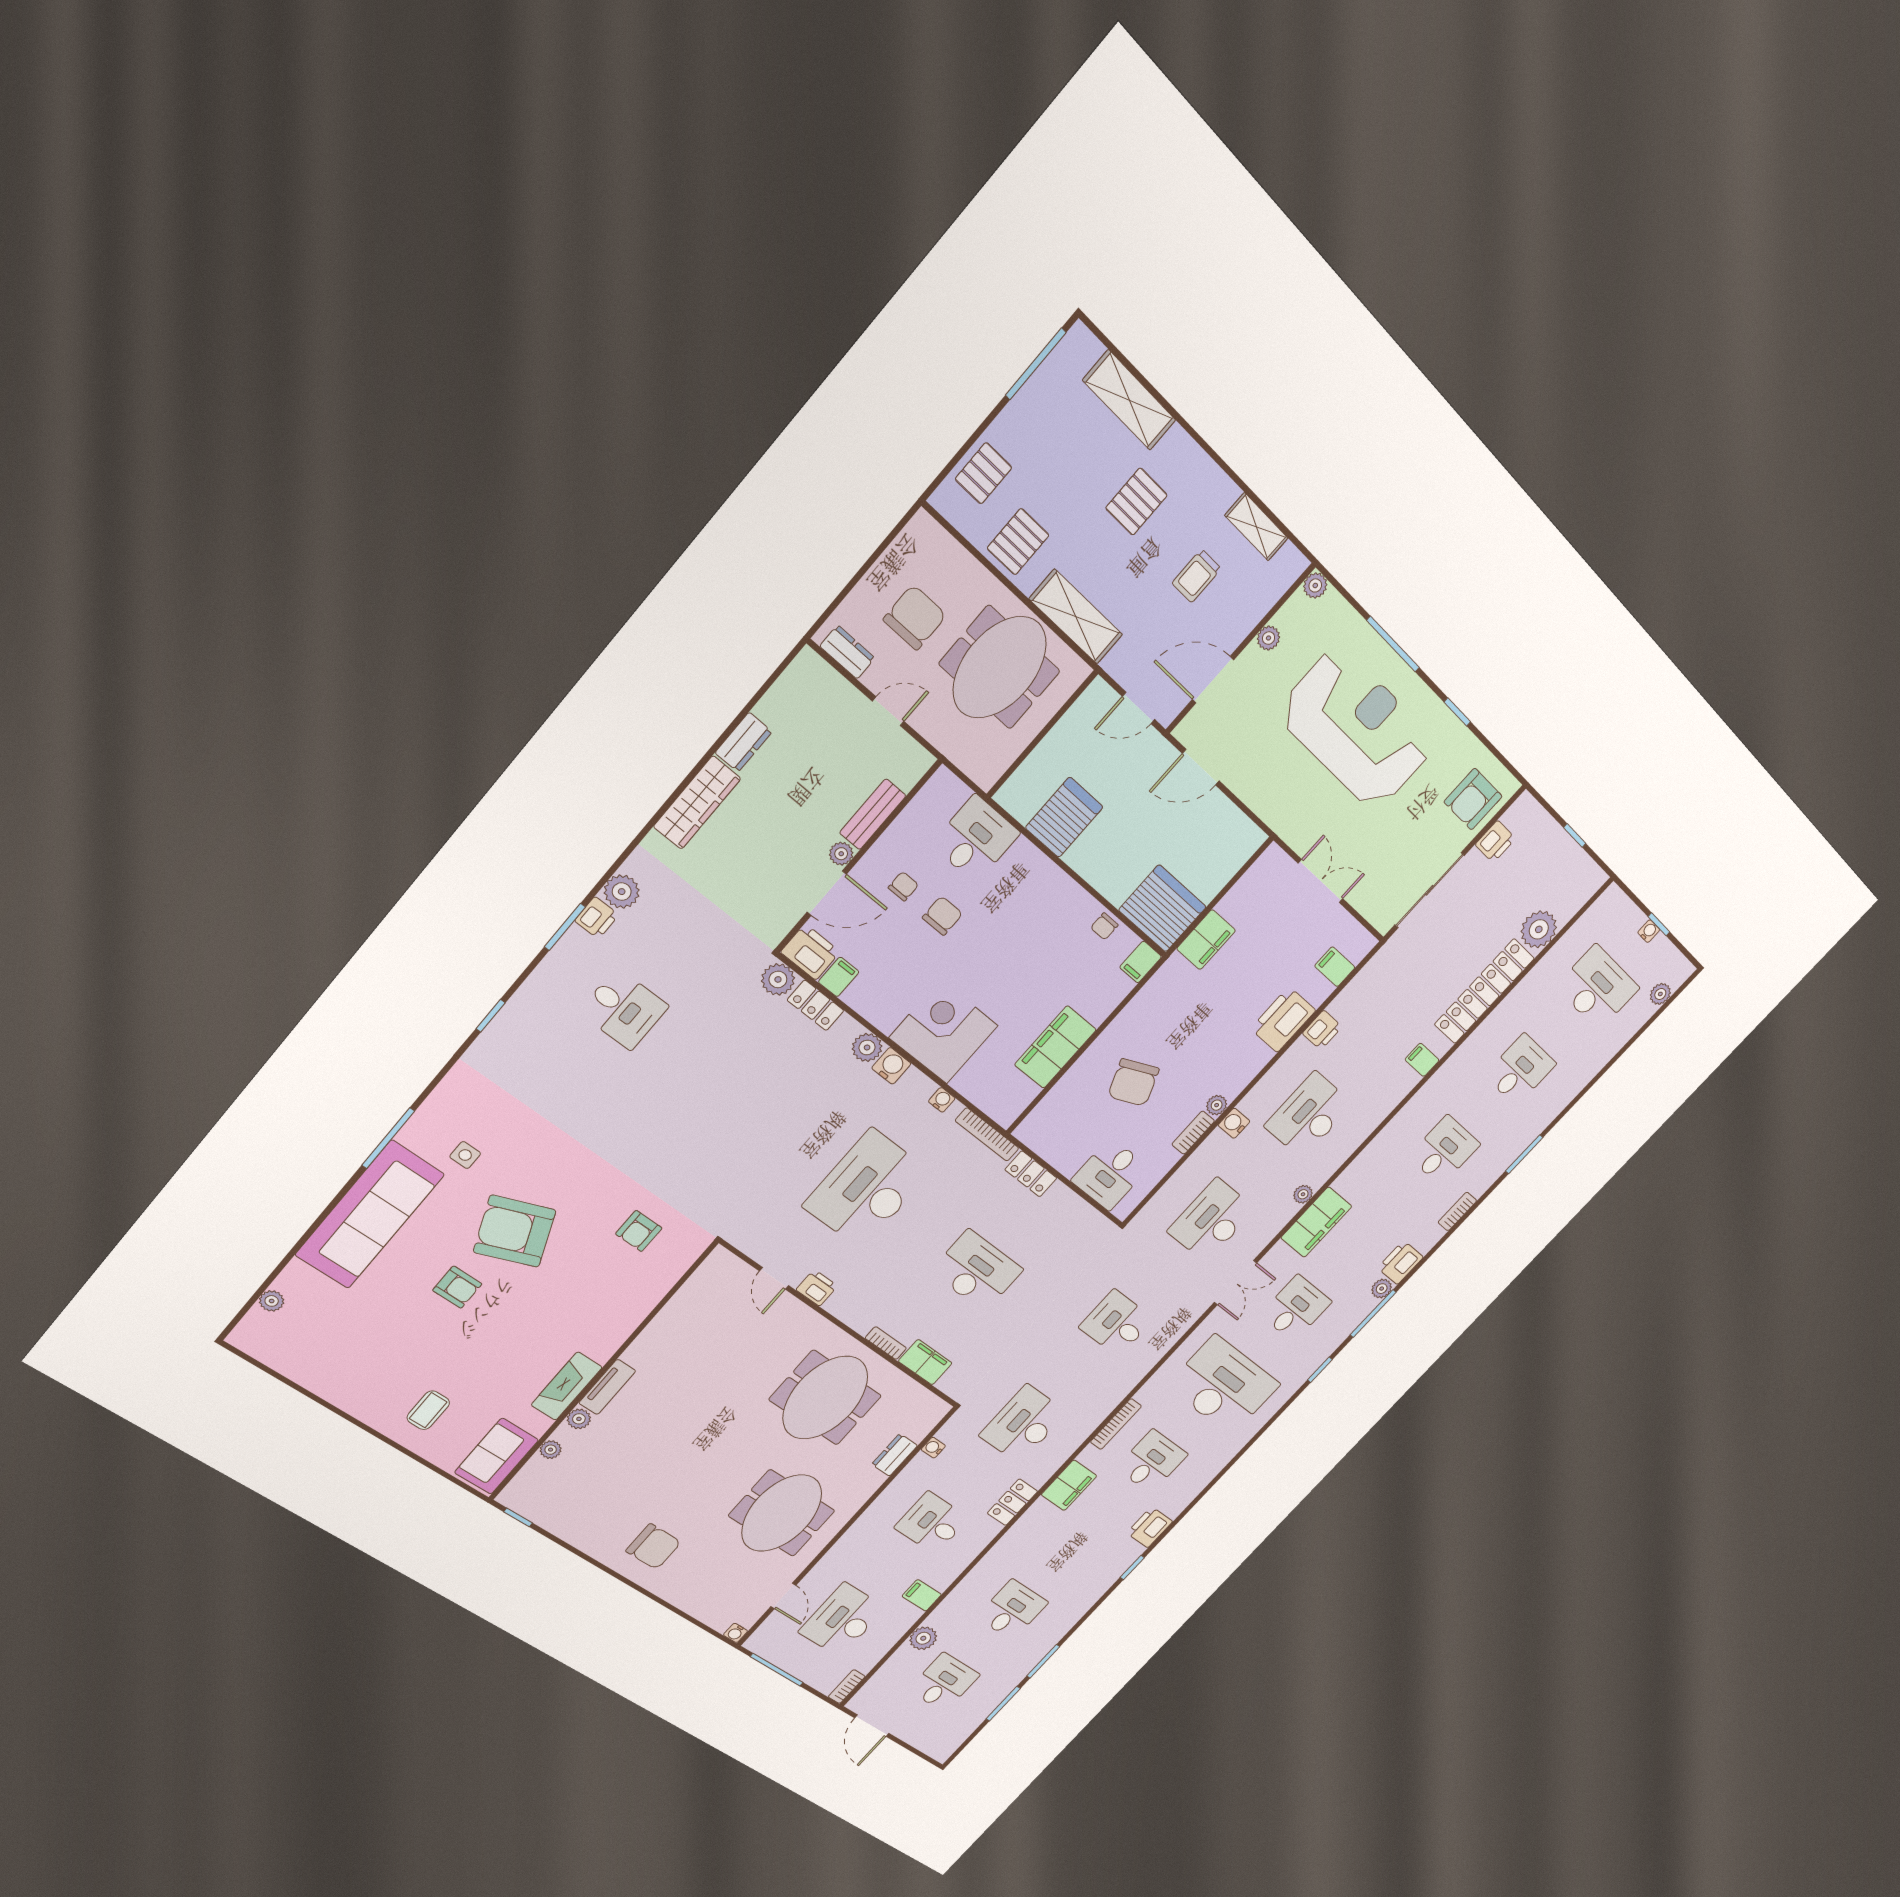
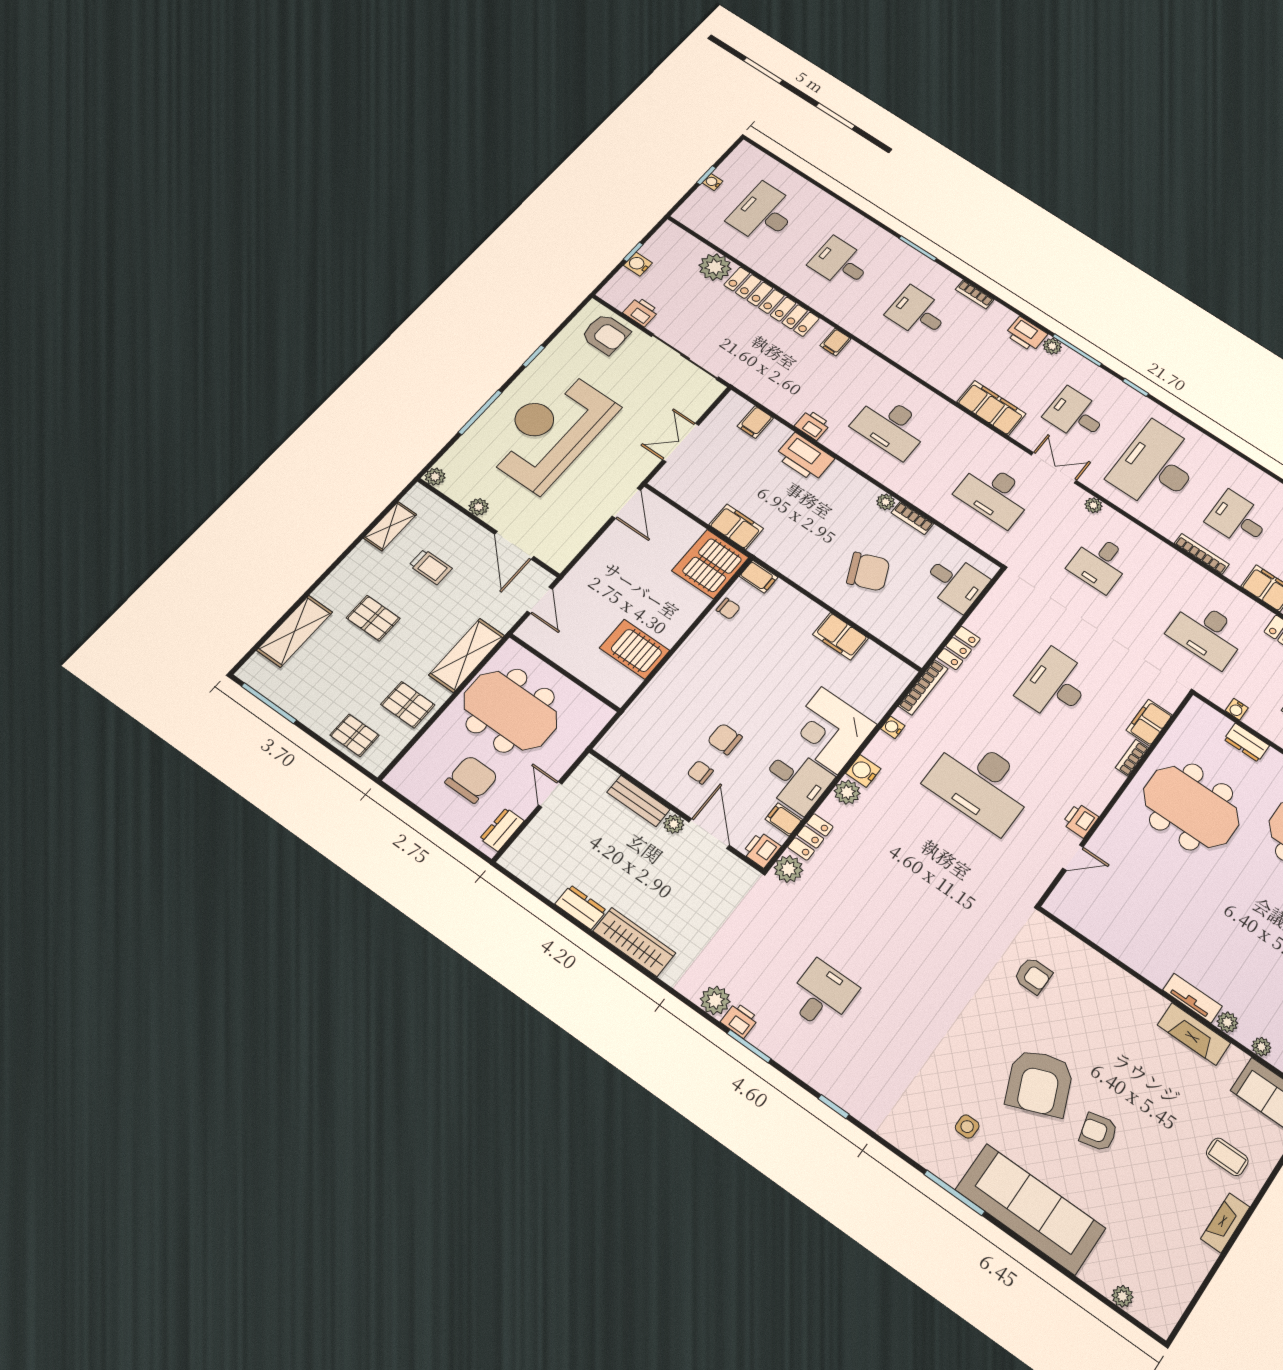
chair: (915, 617) -> (472, 779), turned 90
door: (1201, 767) -> (626, 503), moved
desk: (976, 839) -> (796, 780), moved, turned 180
printer: (810, 952) -> (762, 850), width x0.73, depth x0.81
plant: (1660, 994) -> (767, 164), removed
filing cabinet: (1055, 1047) -> (841, 636), width x0.67, depth x0.86
water cooler: (1234, 1123) -> (638, 264), moved, turned 90
plant: (1303, 1194) -> (1093, 505), moved
armchair: (457, 1287) -> (1098, 1132), turned -104
fireplace: (355, 1404) -> (1225, 1223), added

